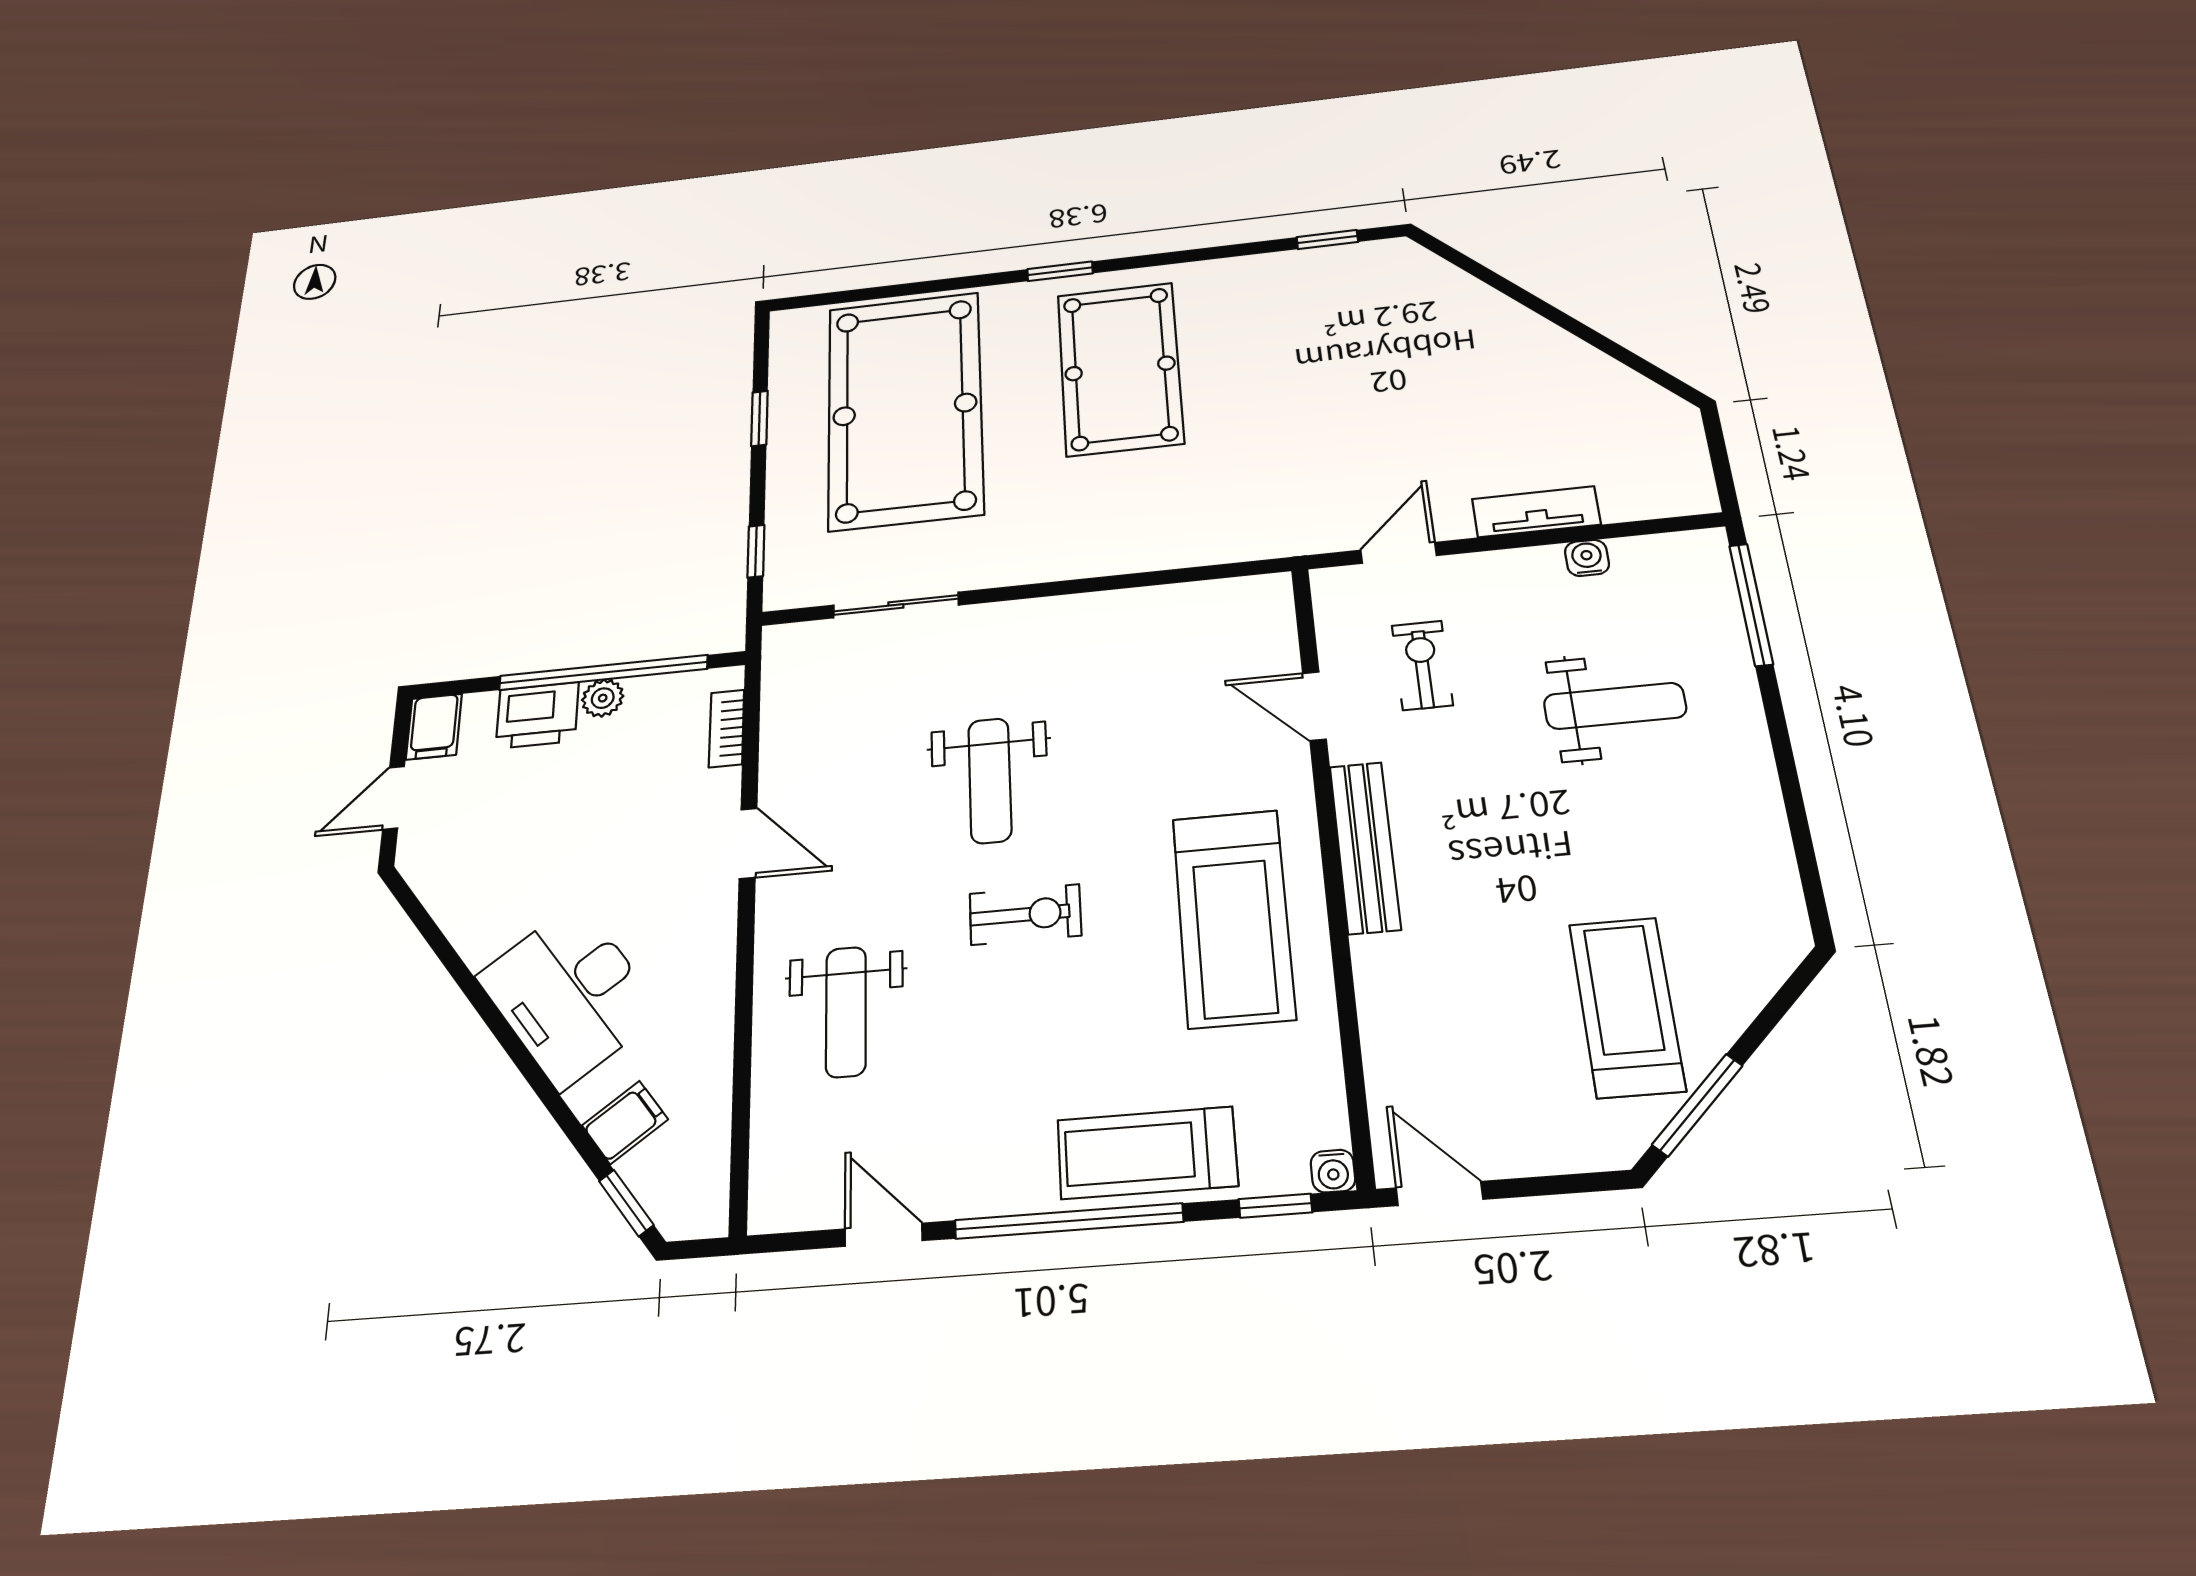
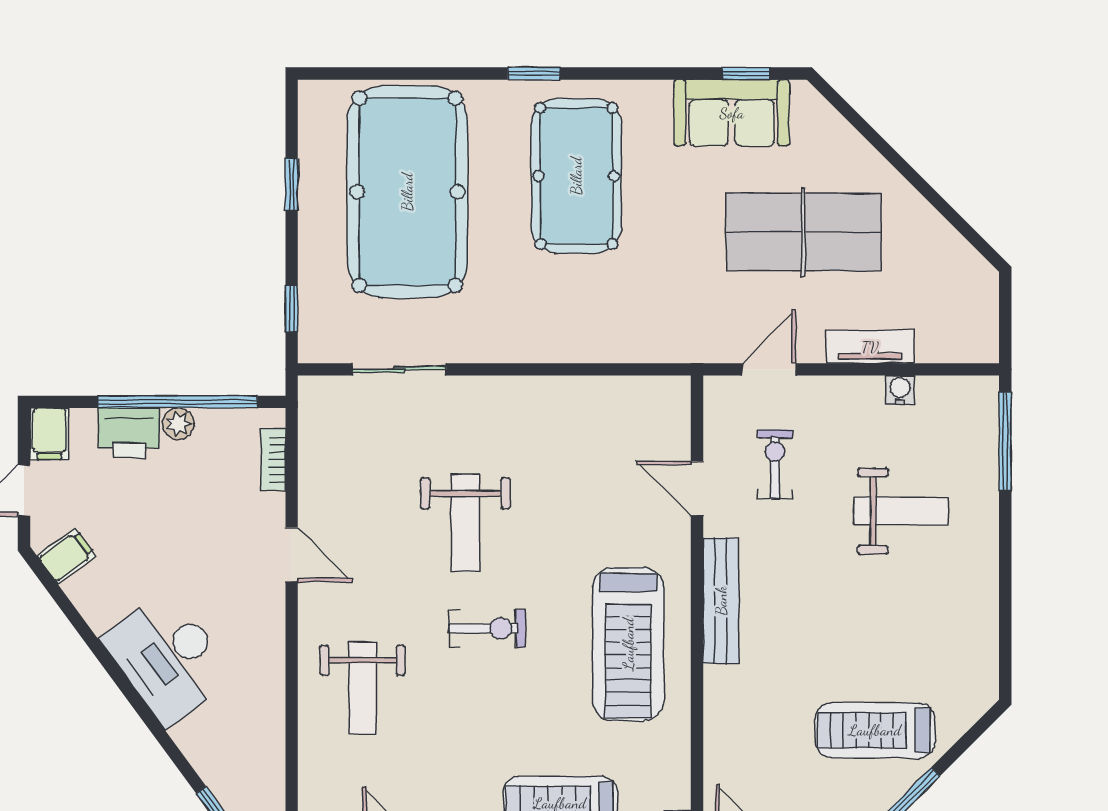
sofa: (1314, 281) -> (732, 113), added
table tennis table: (1425, 394) -> (804, 232), added
treadmill: (1627, 1007) -> (875, 730), turned -90
filing cabinet: (625, 1122) -> (67, 556), moved

